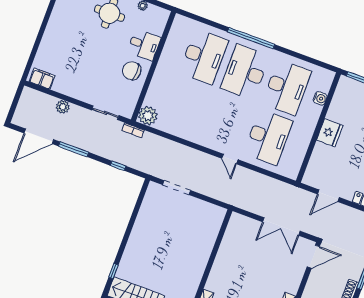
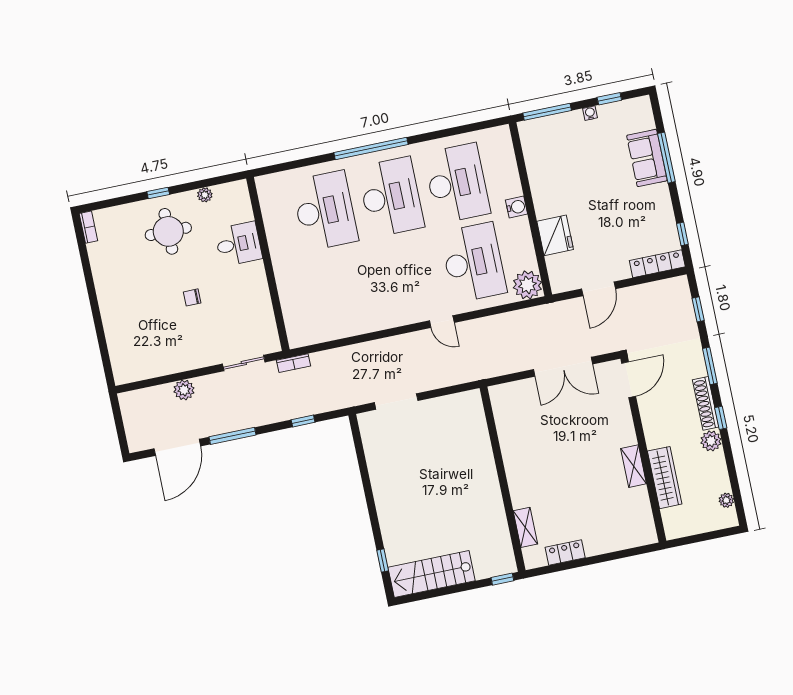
chair: (132, 71) -> (192, 297), moved, width x0.54, depth x0.54
desk: (245, 72) -> (391, 197), turned 180
filing cabinet: (42, 79) -> (134, 370), removed
water cooler: (320, 98) -> (517, 207), moved
plant: (148, 116) -> (527, 285), moved
fridge: (330, 133) -> (555, 235), moved

